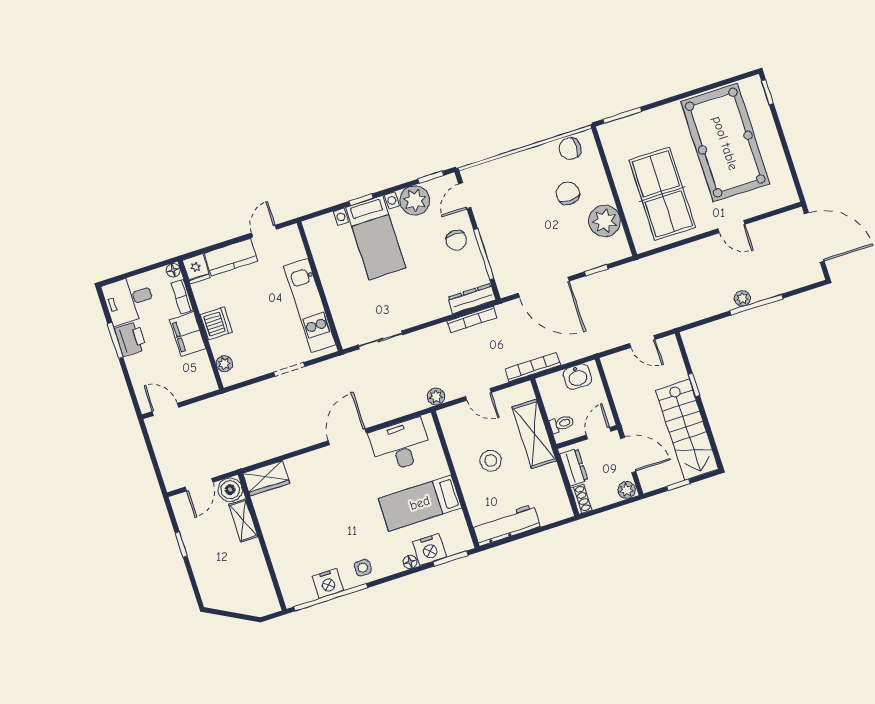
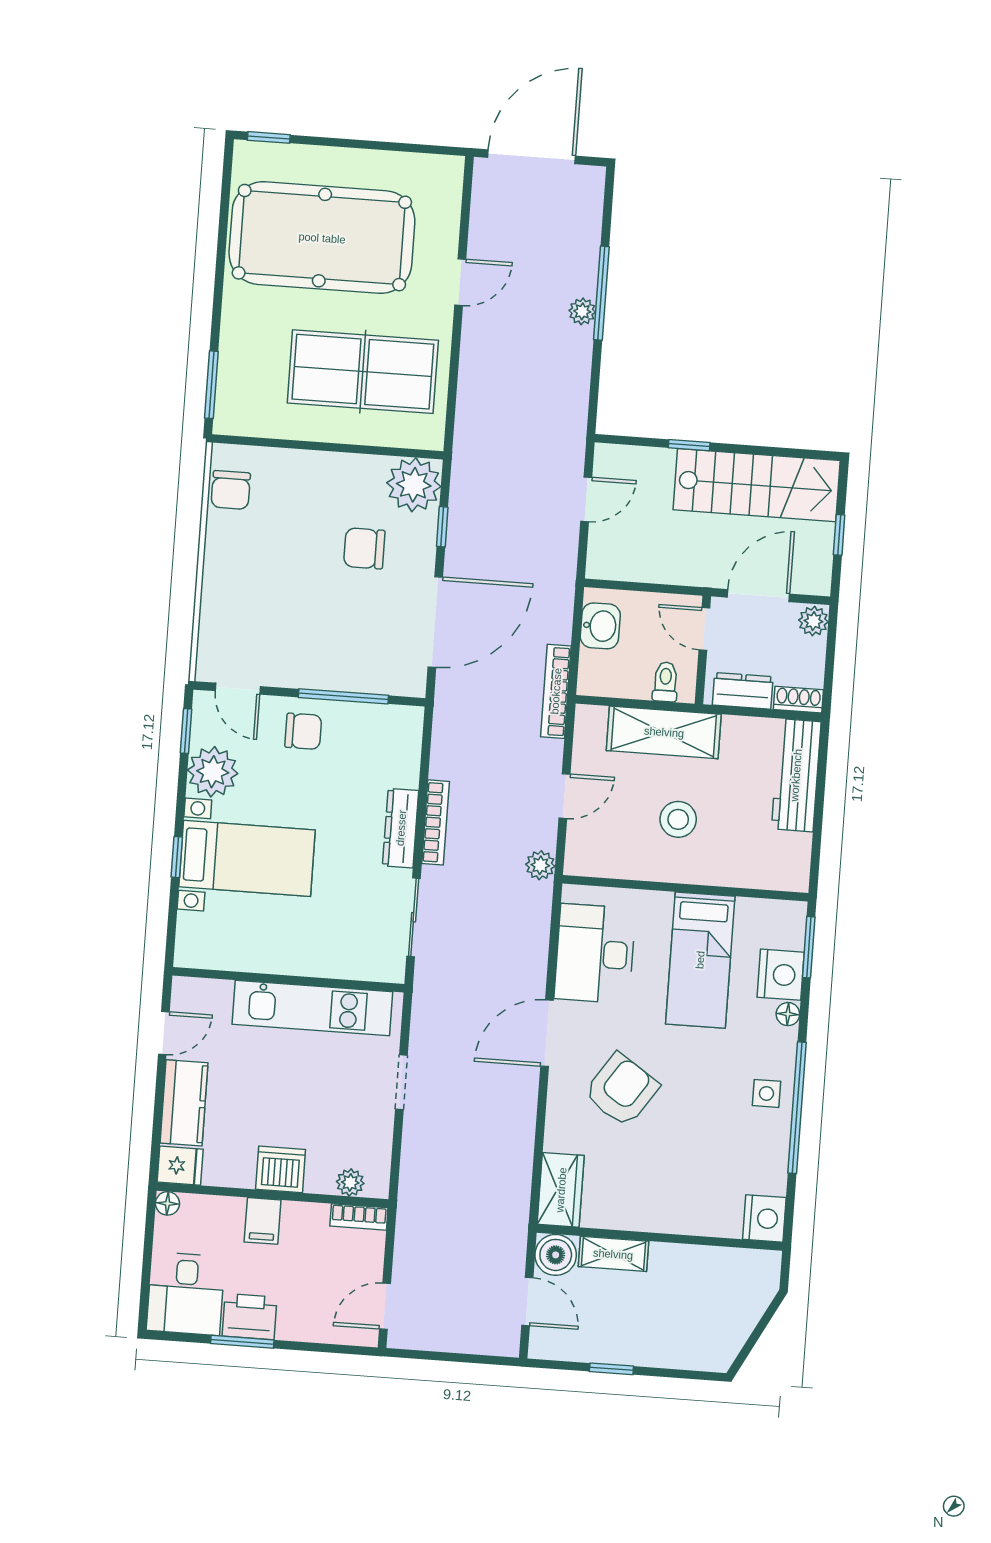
chair: (568, 193) -> (364, 548), moved
plant: (605, 221) -> (414, 485), moved
door: (264, 231) -> (164, 1033), swing flipped
bookcase: (182, 297) -> (359, 1217), moved
dresser: (472, 299) -> (401, 828), moved
bookcase: (472, 319) -> (436, 822), moved
filing cabinet: (188, 334) -> (263, 1221), width x0.50
door: (347, 437) -> (547, 1033), hinge flipped
armchair: (333, 489) -> (621, 1090), added
workbench: (506, 525) -> (796, 775), moved
nightstand: (328, 583) -> (764, 1218), moved
window: (331, 597) -> (797, 1108), moved

